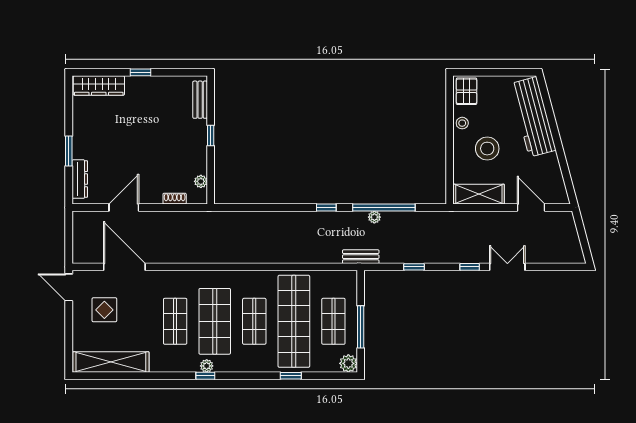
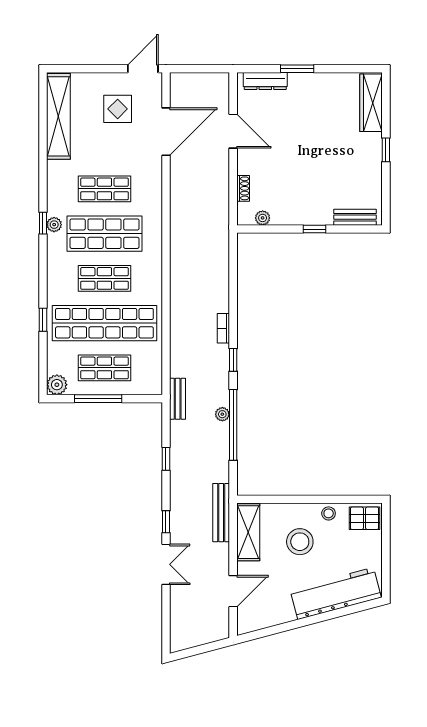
bookcase: (298, 216) -> (223, 328), added
bench: (461, 218) -> (221, 513), added

